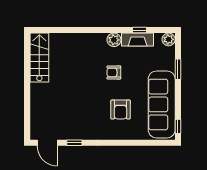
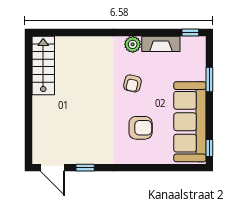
window: (140, 30) -> (190, 33), moved
plant: (169, 39) -> (198, 44), removed
armchair: (114, 72) -> (132, 83), turned -77
armchair: (121, 110) -> (141, 128), turned -90

